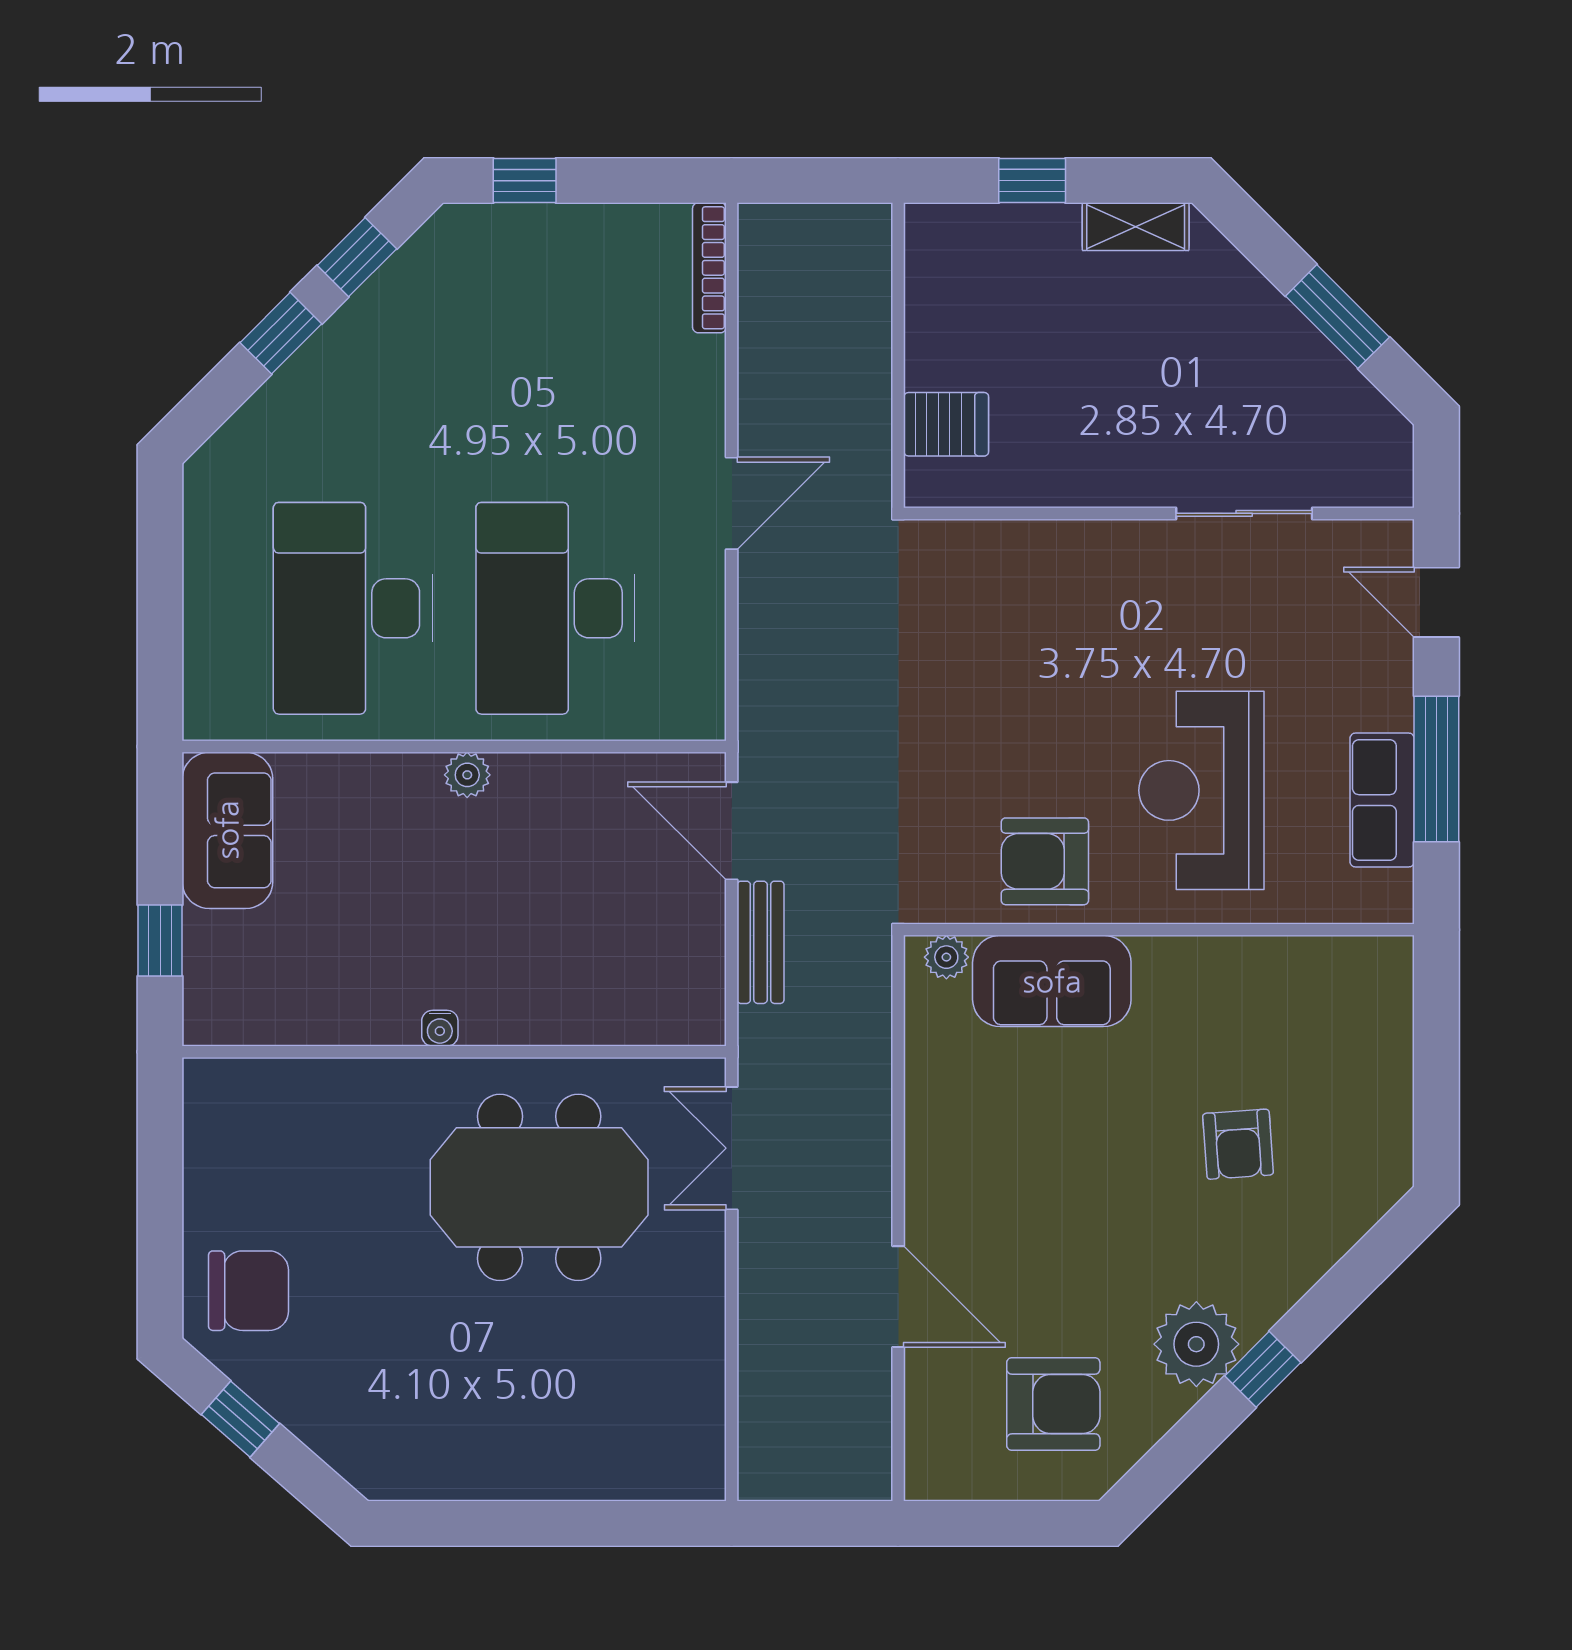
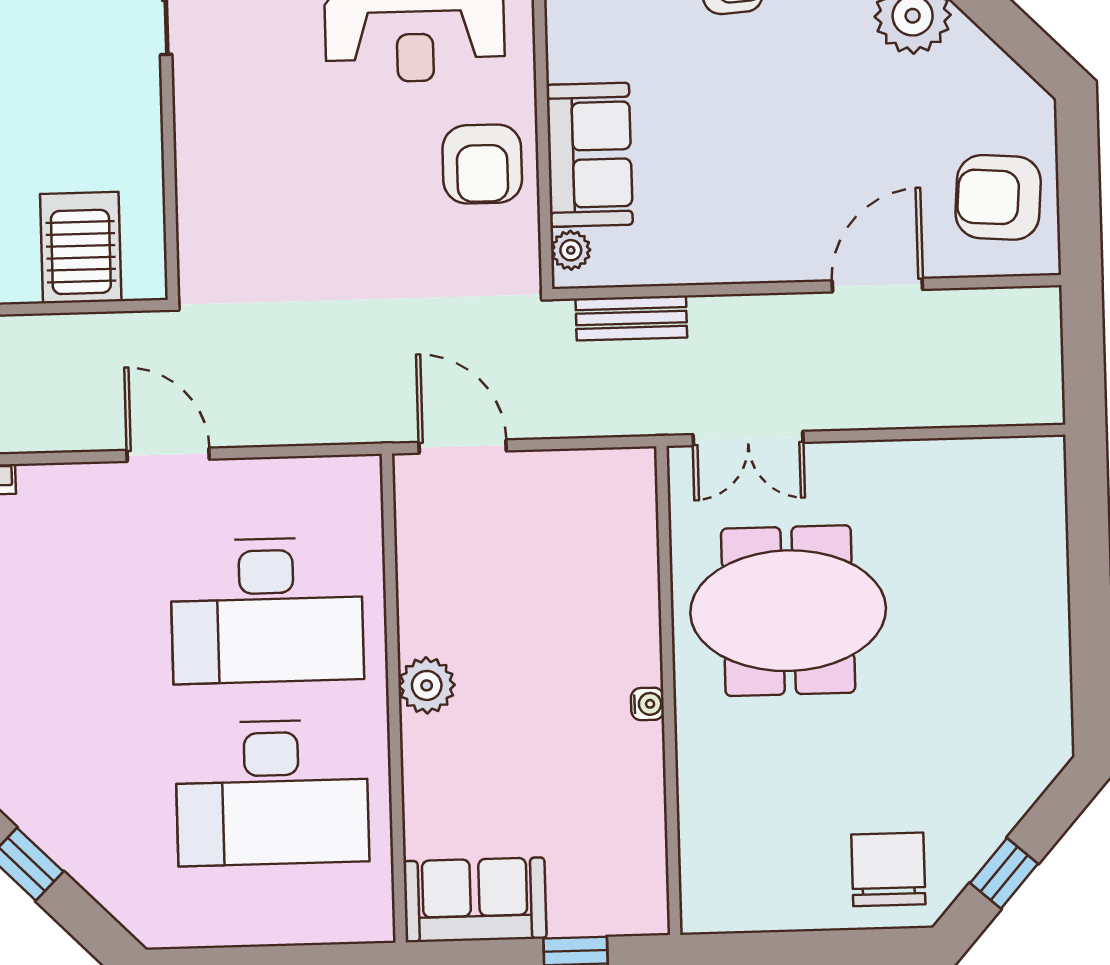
server rack: (946, 424) -> (81, 248), width x1.36, depth x1.44
plant: (467, 775) -> (427, 685), width x1.38, depth x1.38
door: (732, 831) -> (463, 447), swing flipped
bench: (761, 942) -> (631, 318), moved
meeting table: (539, 1187) -> (788, 611), turned 90
armchair: (1053, 1404) -> (998, 197), moved, turned -86

